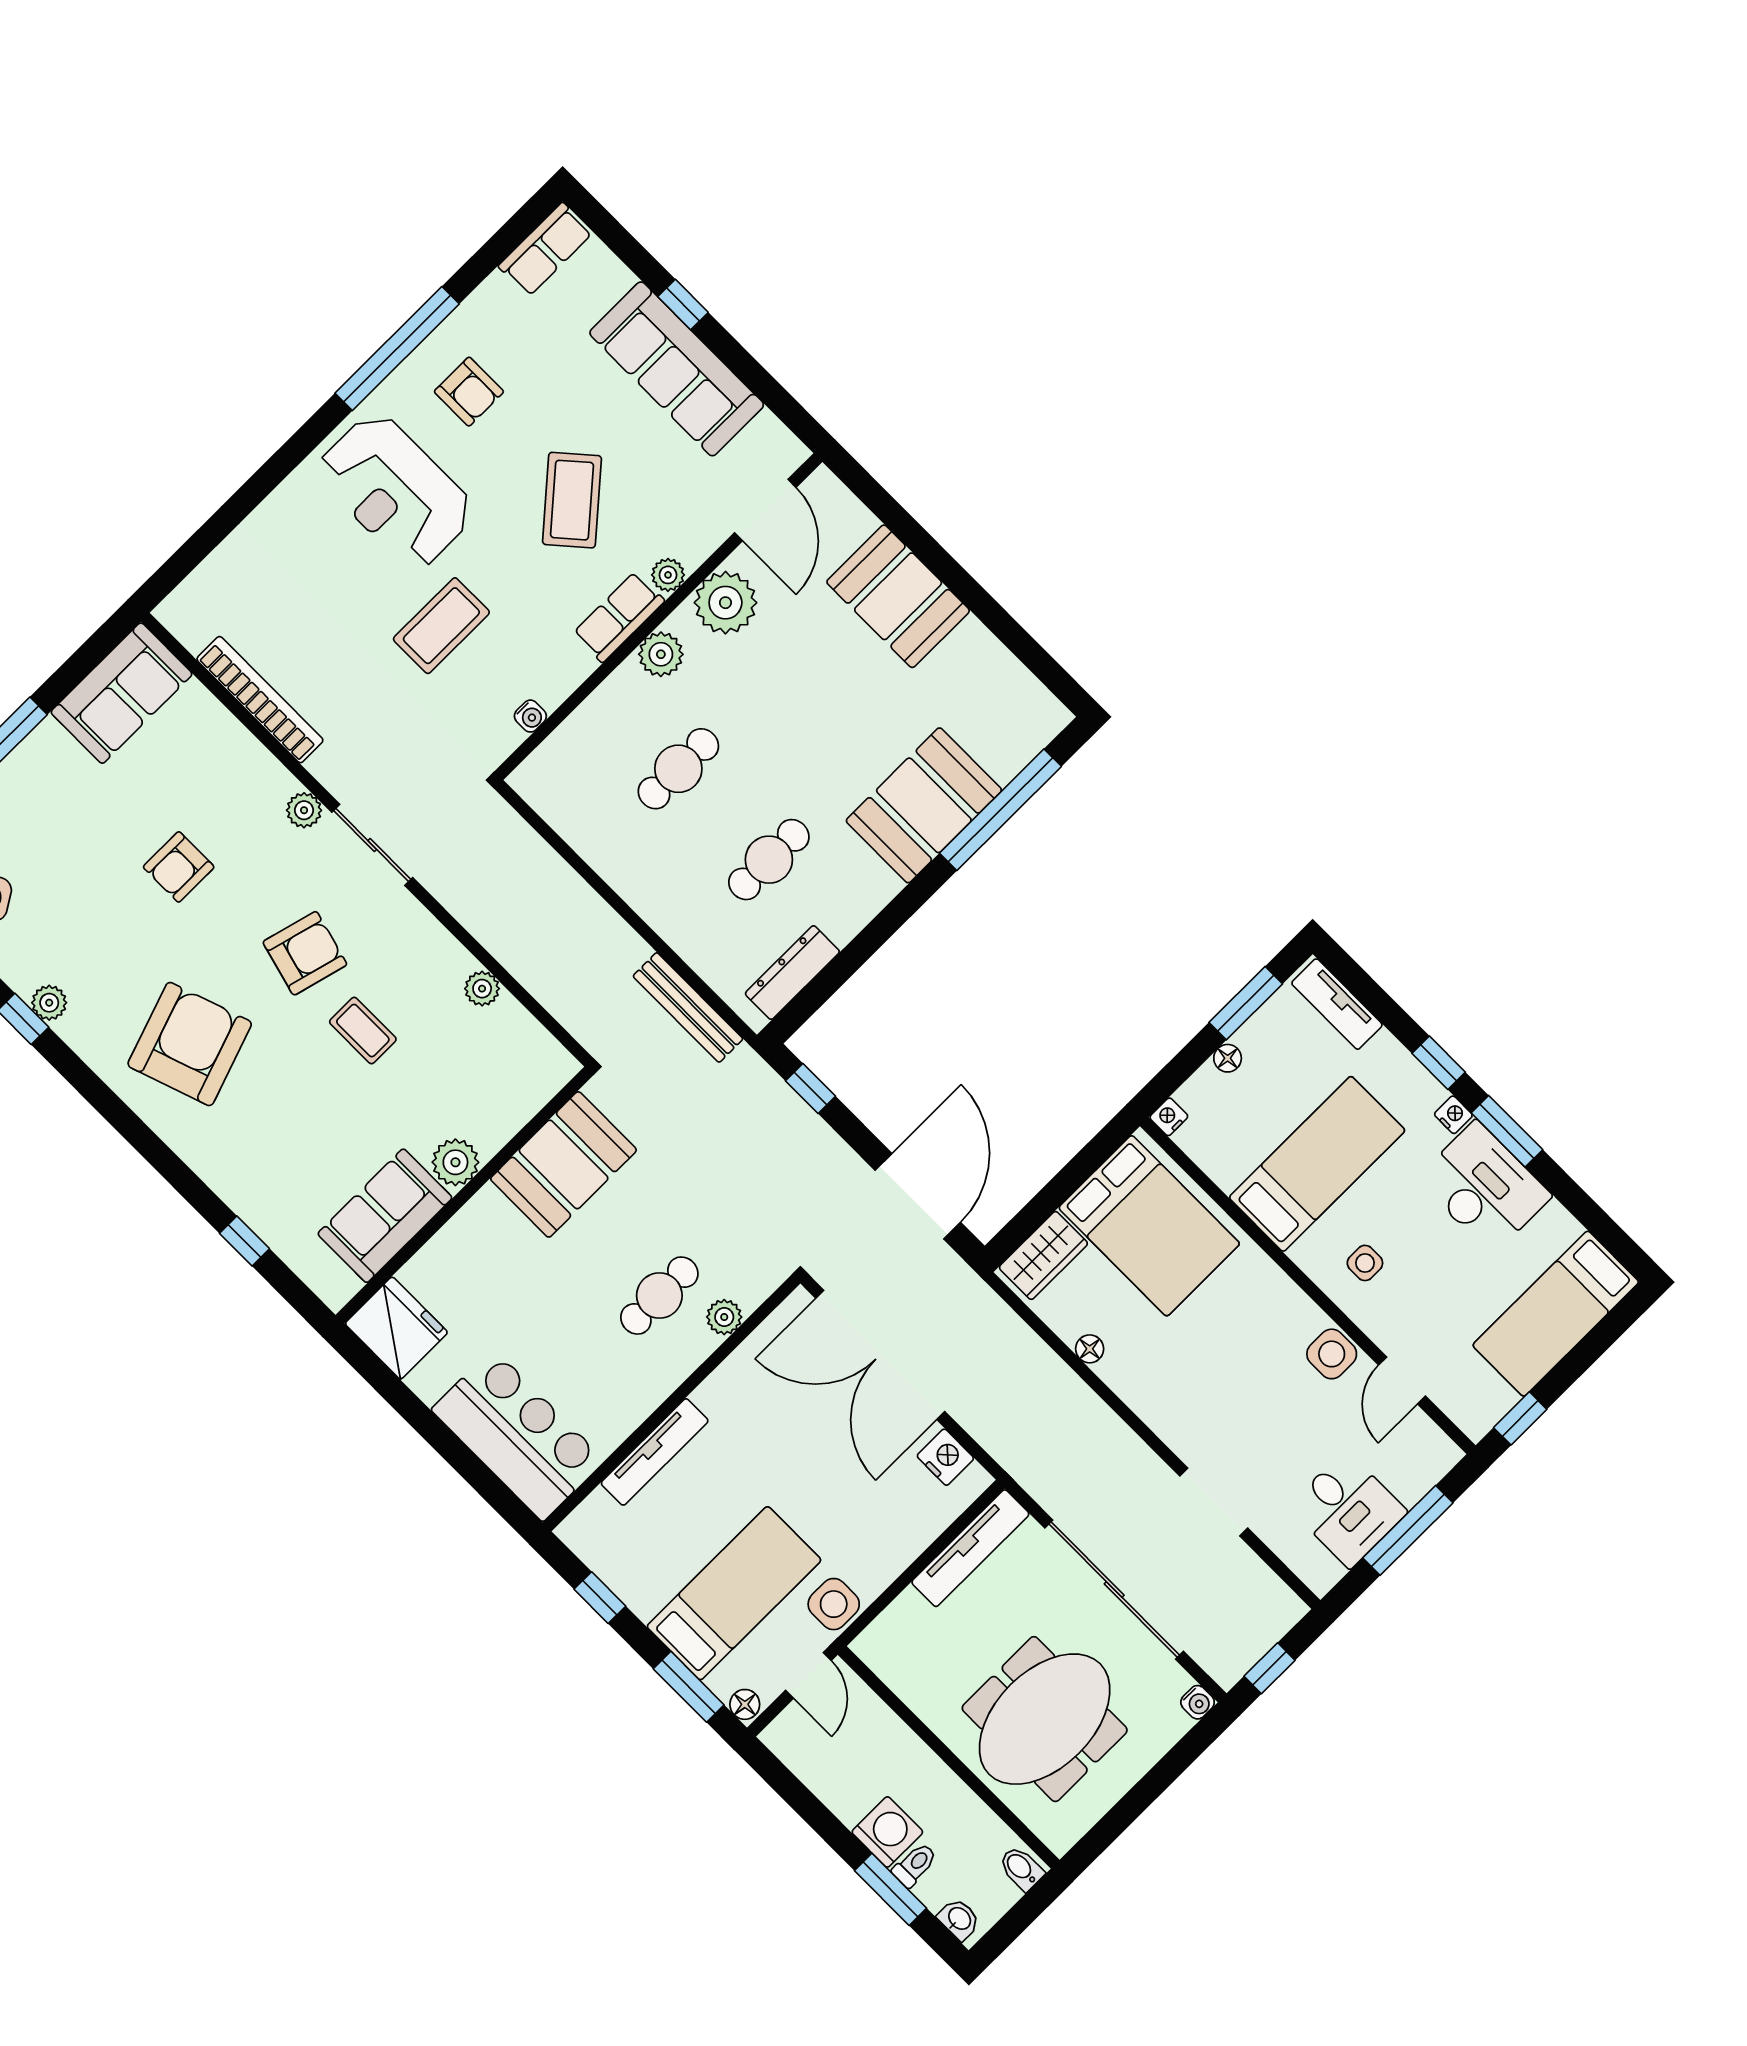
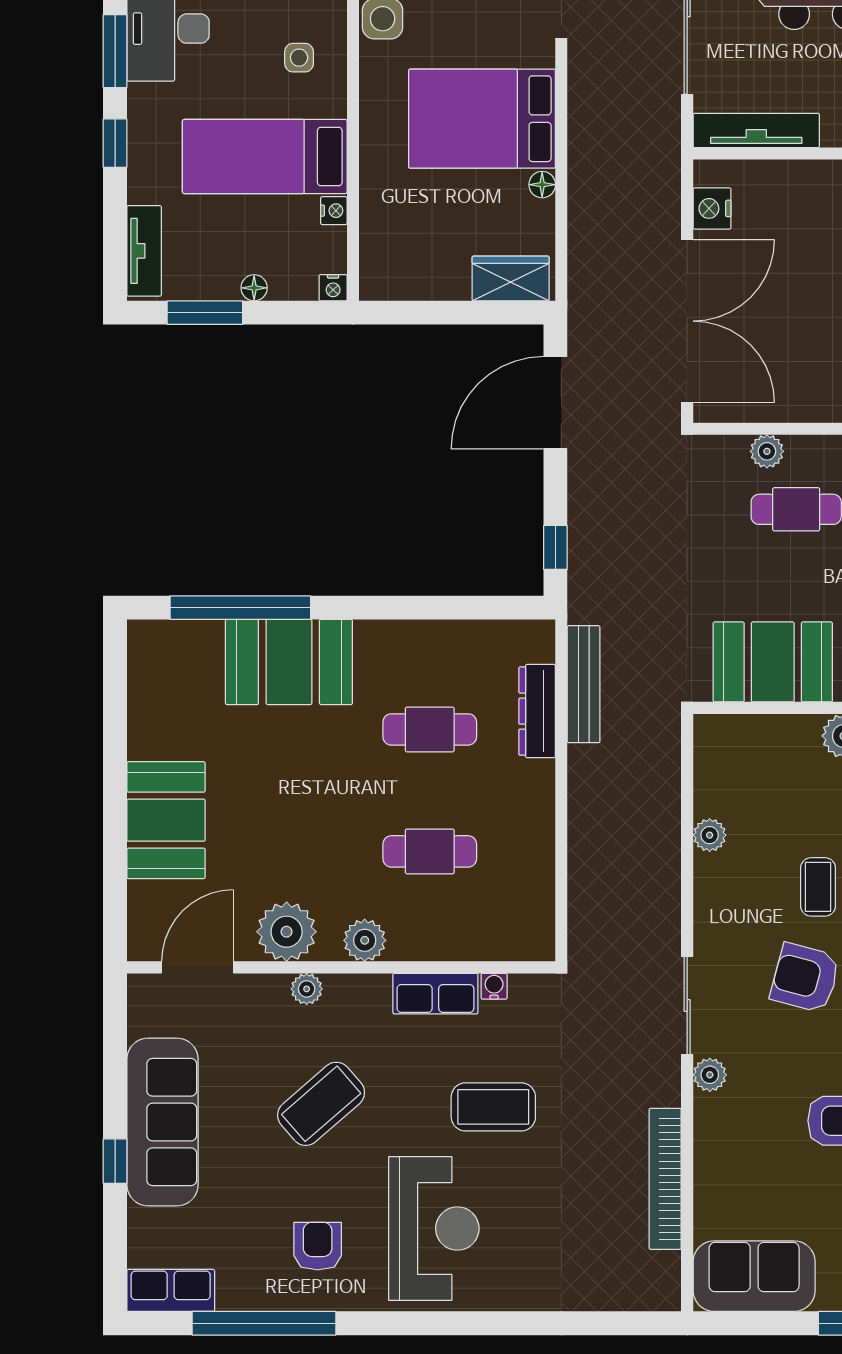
window: (397, 349) -> (264, 1323), moved
row of seats: (619, 617) -> (435, 994), moved
dresser: (792, 973) -> (537, 711), moved, turned 90
nightstand: (1453, 1115) -> (334, 211), moved, turned 180
bed: (1149, 1226) -> (482, 119), moved, turned -90

